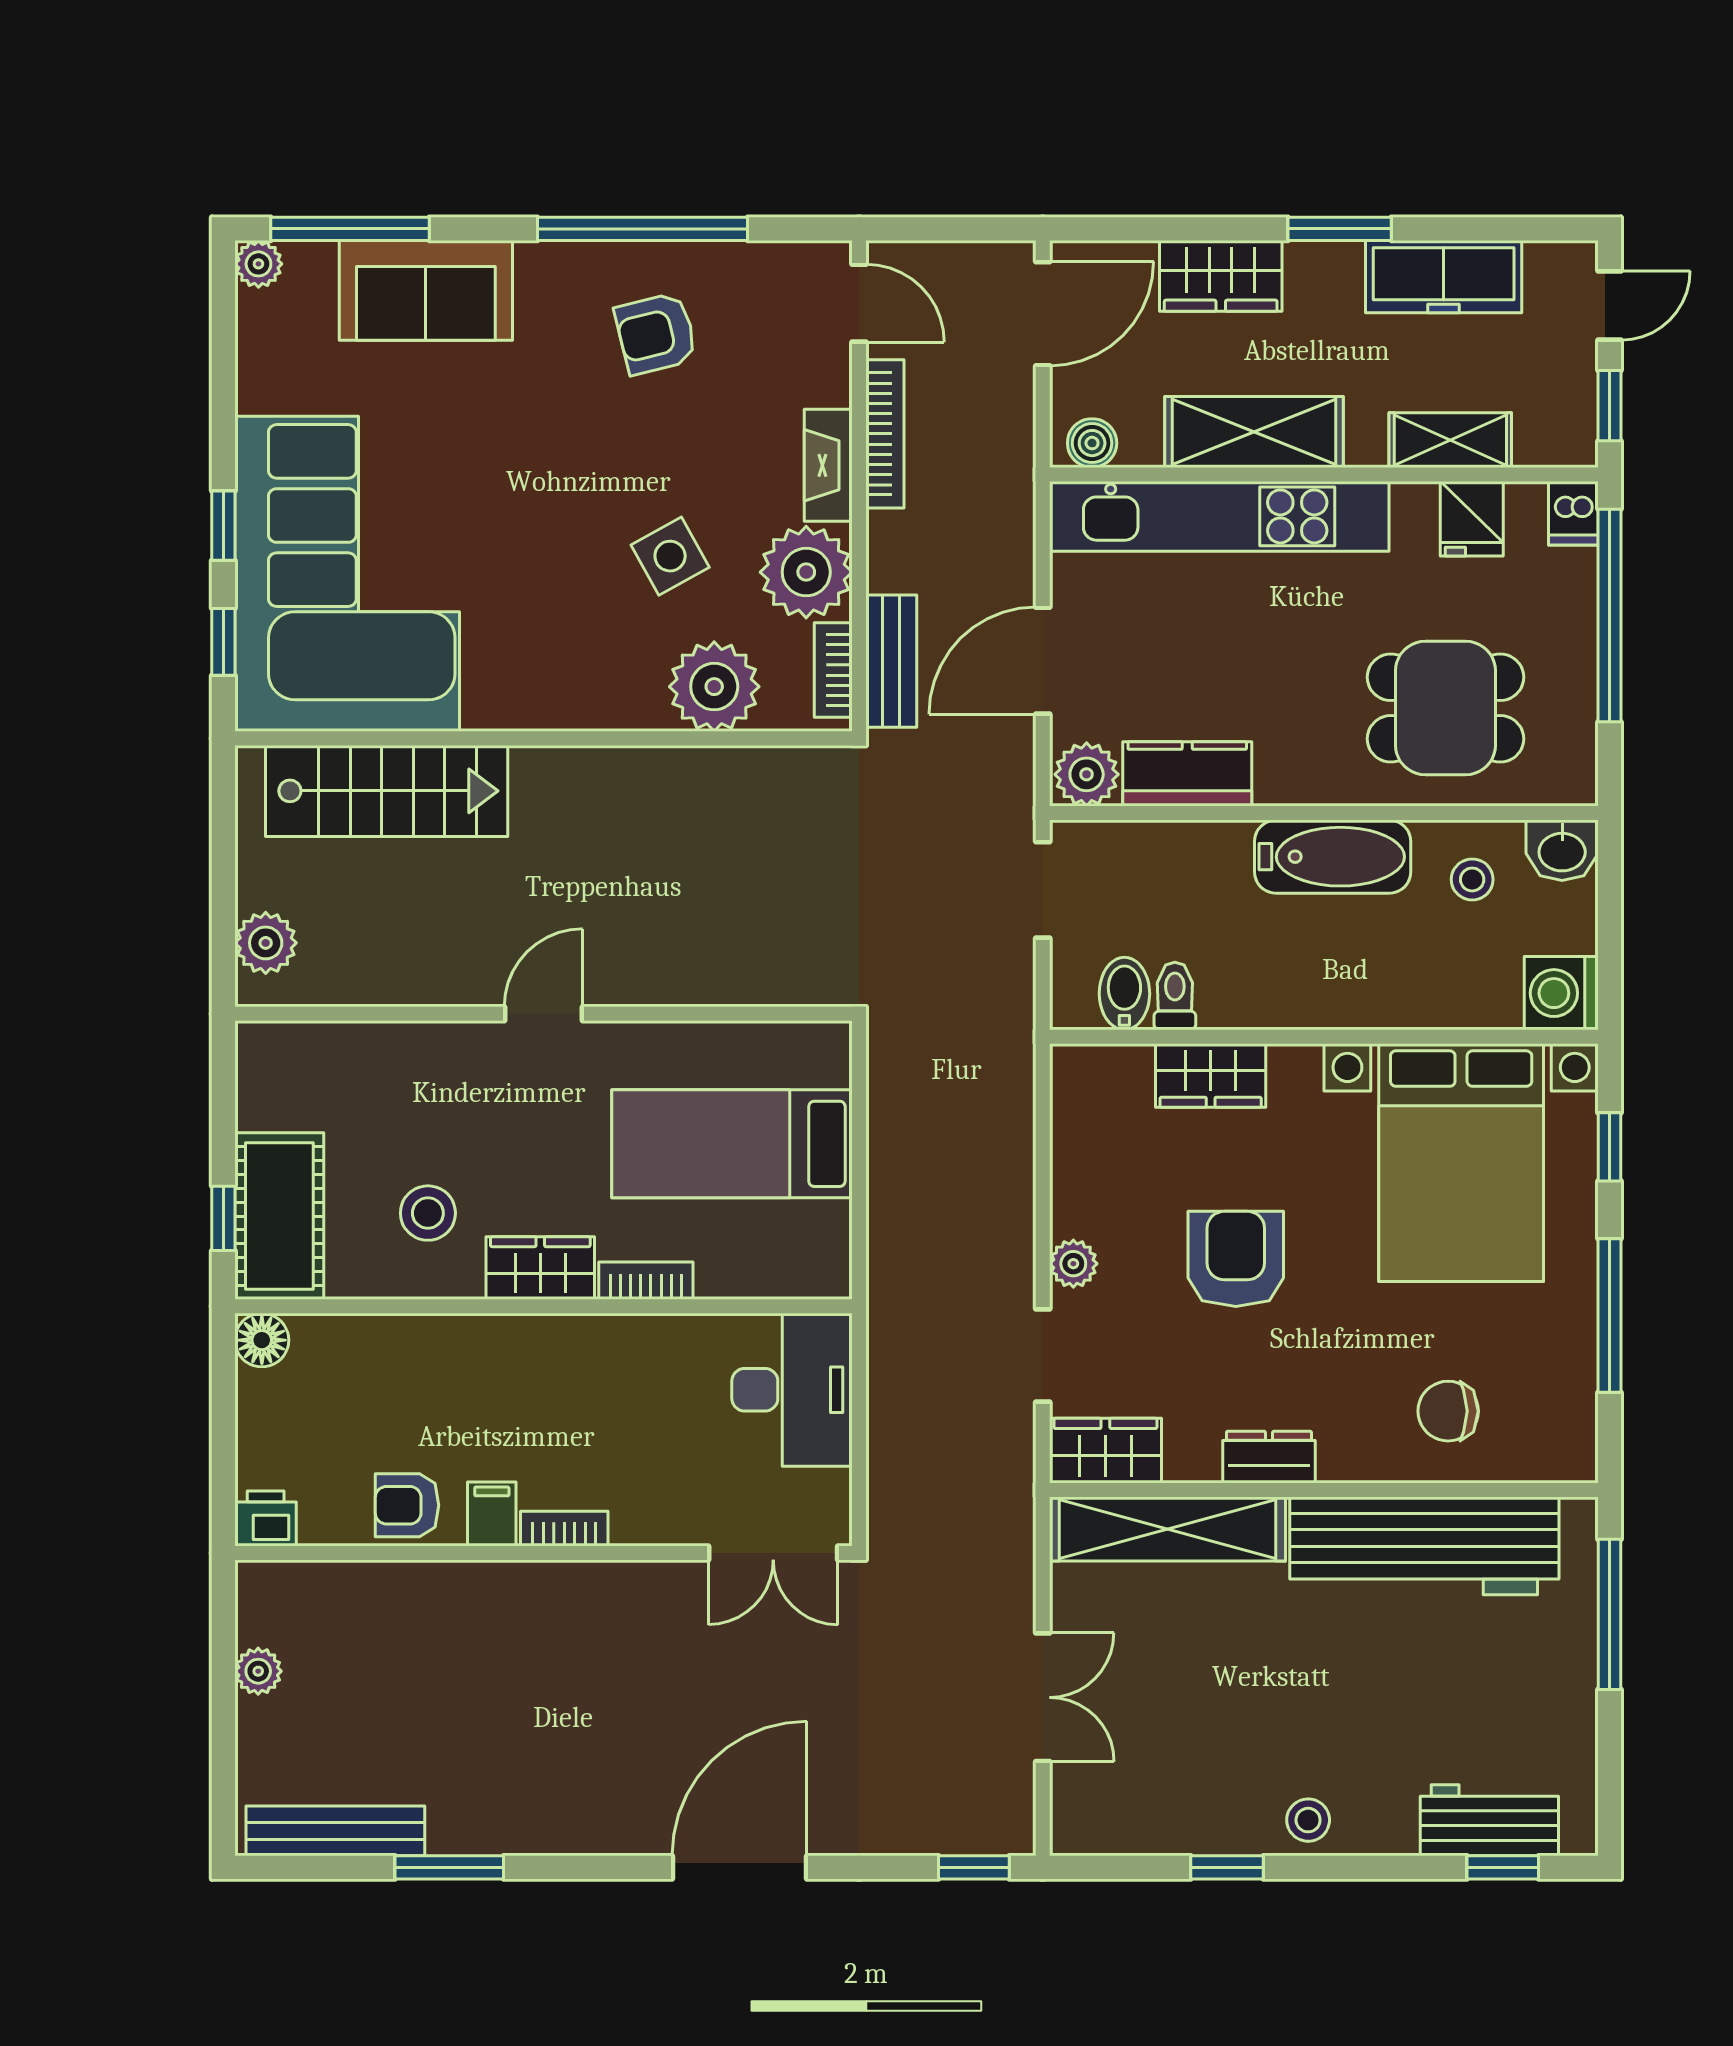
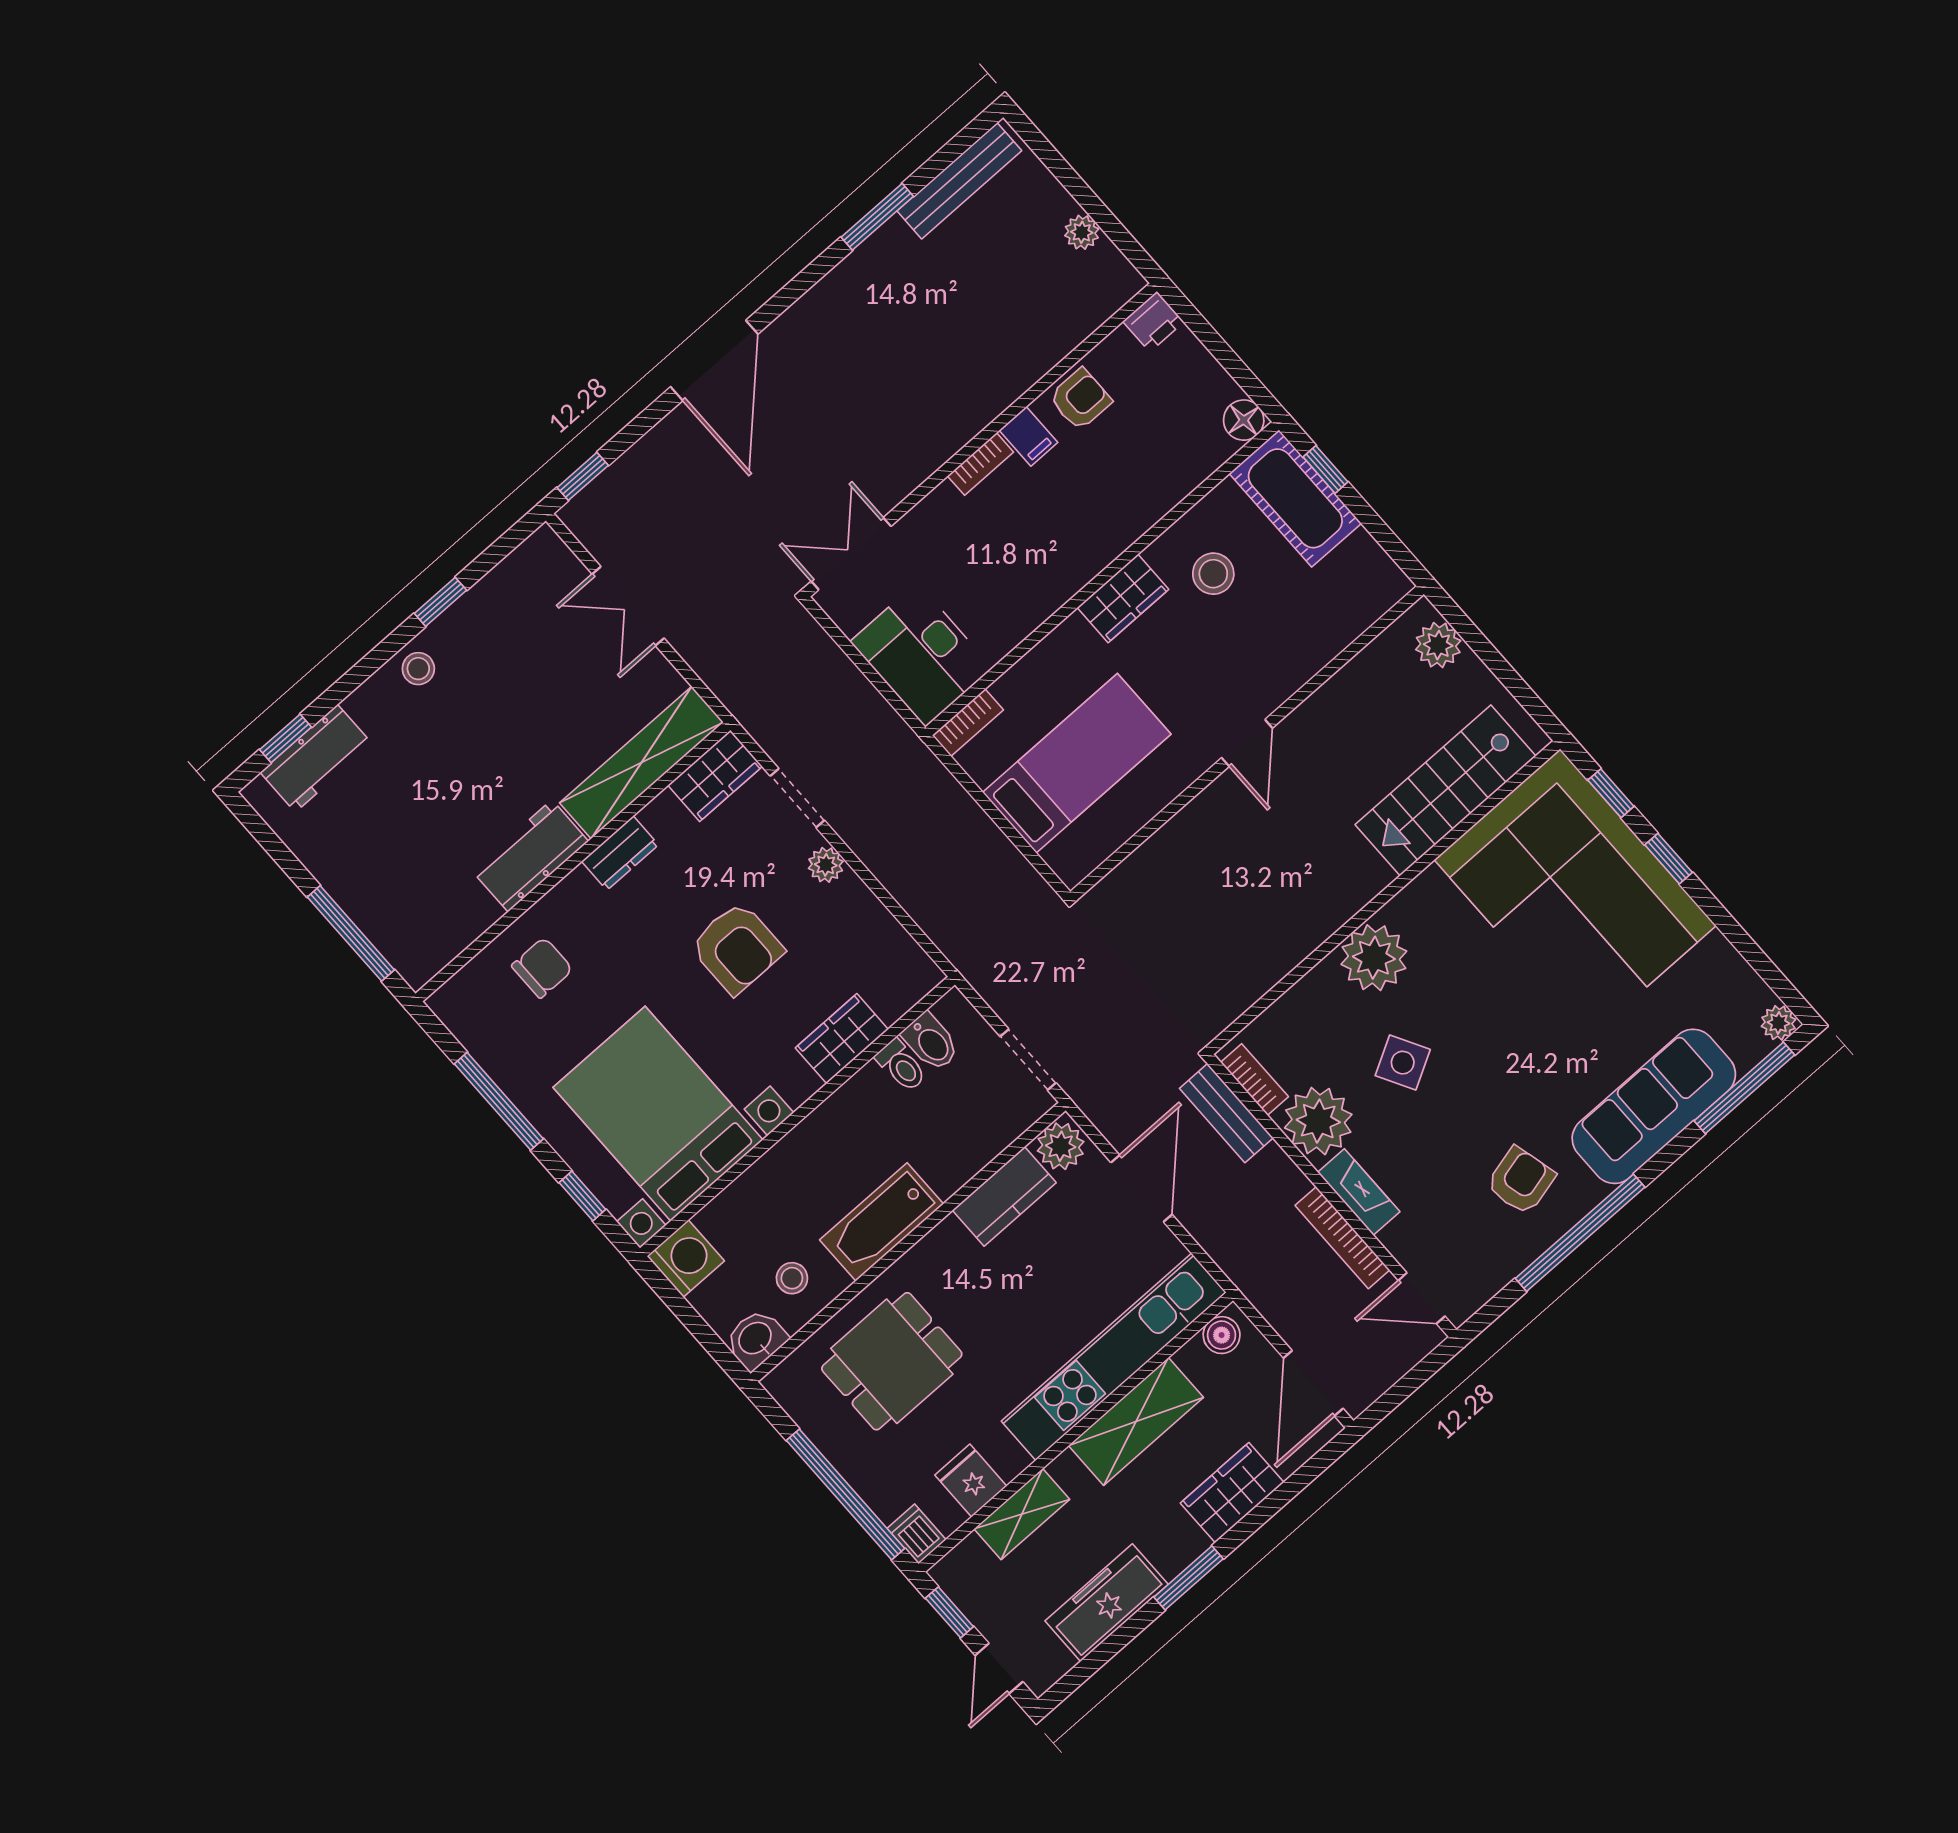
sofa: (426, 290) -> (1654, 1106), width x1.36
plant: (714, 687) -> (1374, 958), moved
bookcase: (646, 1281) -> (968, 723), moved
workbench: (1424, 1546) -> (530, 856), width x0.53, depth x0.76

